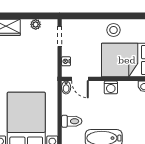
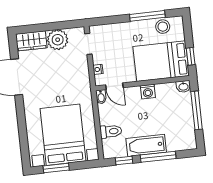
window: (118, 16) -> (147, 16), added
plant: (36, 24) -> (58, 40), width x1.88, depth x1.88
stool: (113, 30) -> (163, 27), moved

